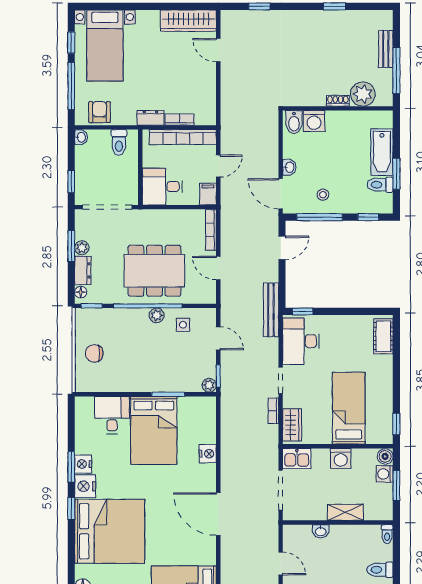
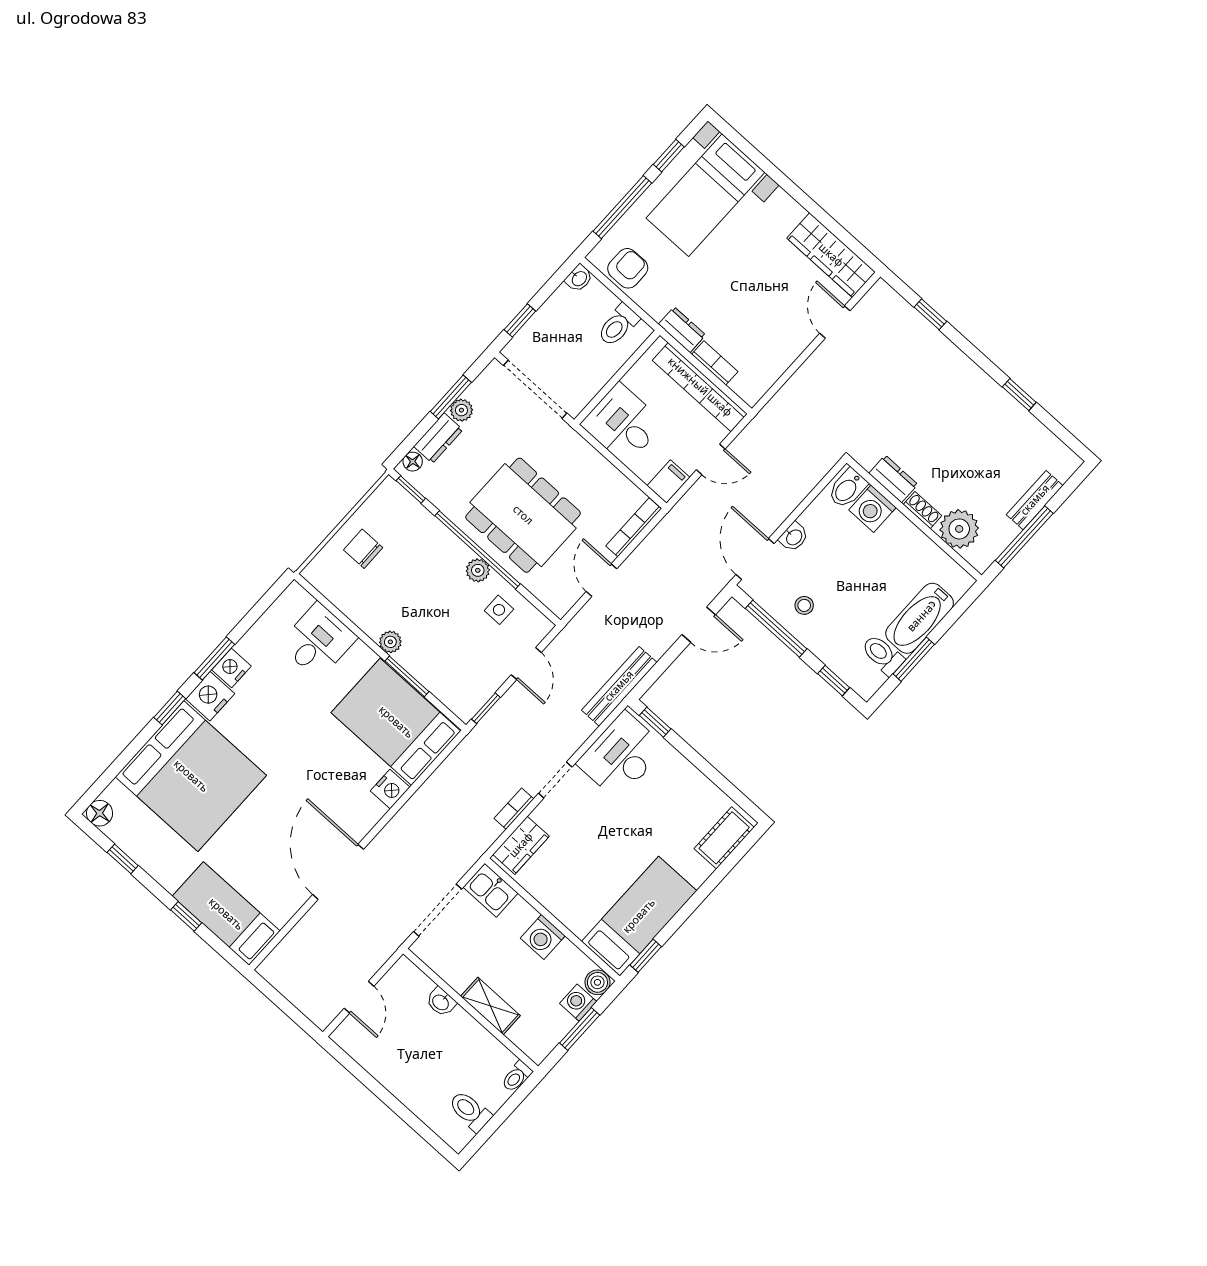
dresser: (311, 98) -> (893, 479), added
plant: (209, 385) -> (390, 642), moved
bed: (349, 408) -> (639, 916), moved
bed: (154, 430) -> (396, 722), moved, turned 90

